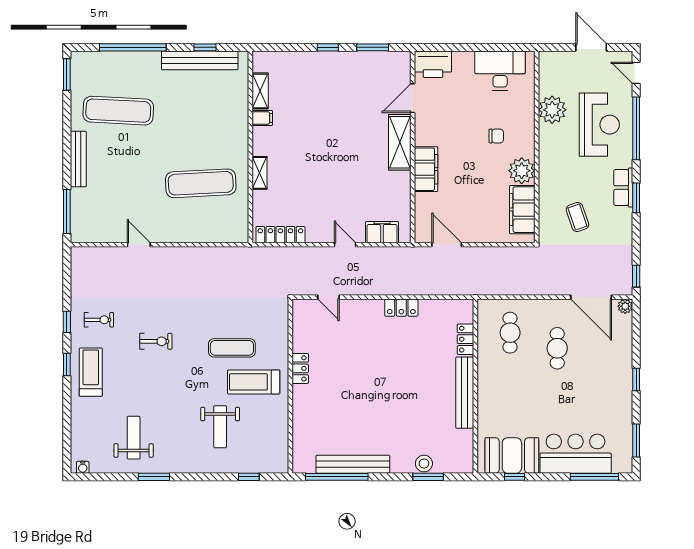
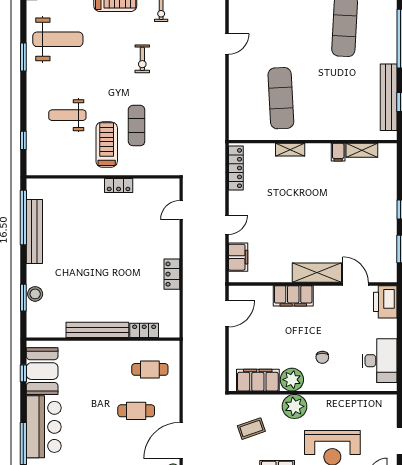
plant: (552, 110) -> (294, 406), moved
weight bench: (134, 438) -> (58, 39), width x1.36, depth x1.33

